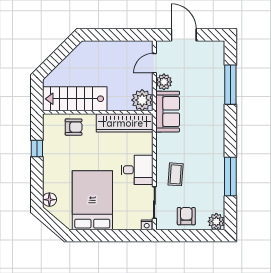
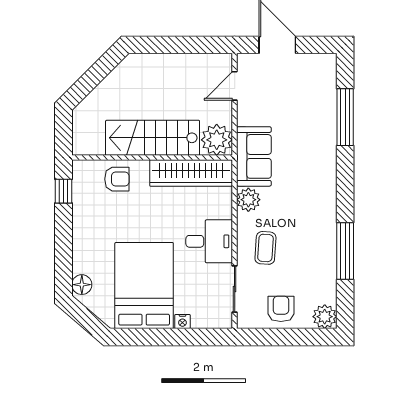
plant: (164, 82) -> (248, 200), moved
stairs: (75, 99) -> (153, 138), moved
window: (37, 149) -> (63, 191), moved
nightstand: (147, 225) -> (182, 322), moved

